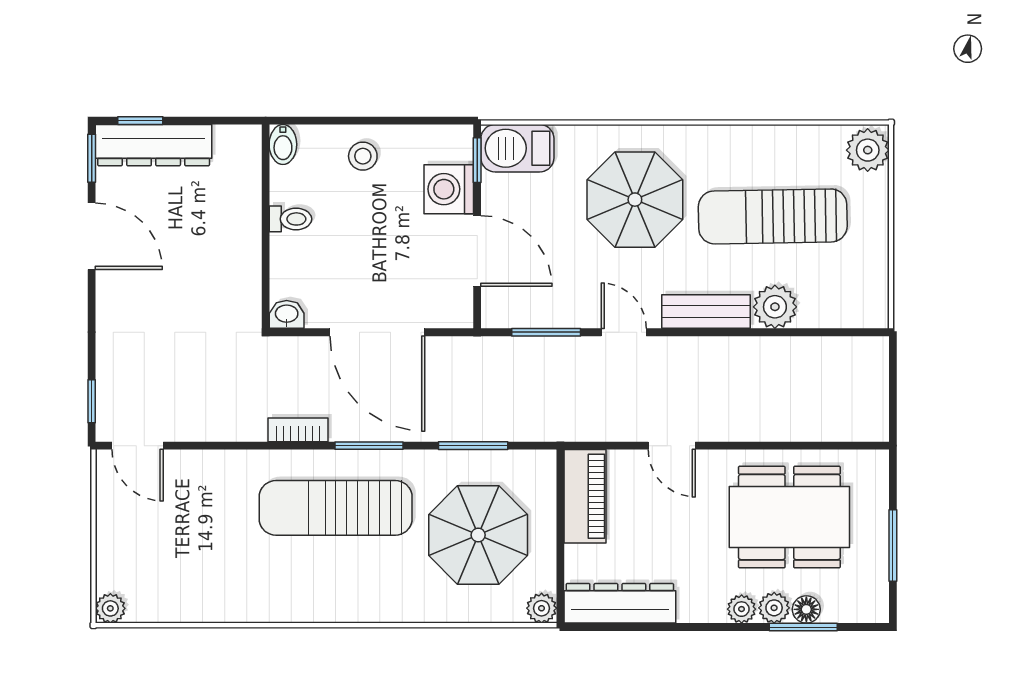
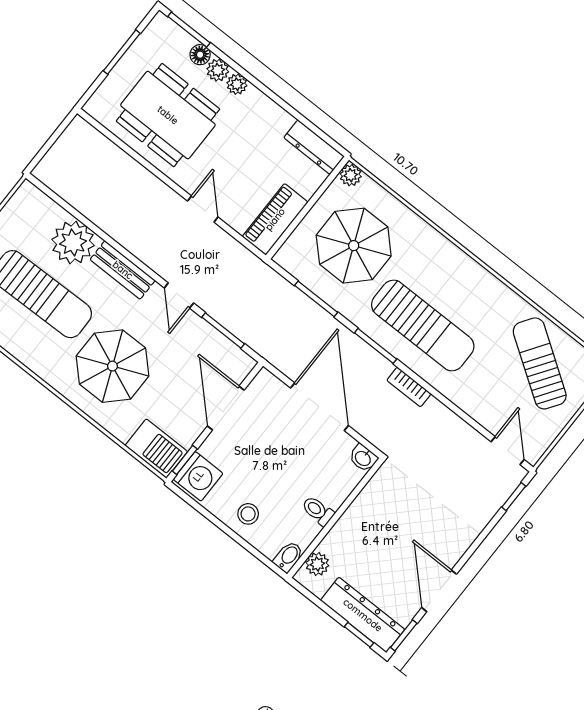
plant: (246, 161) -> (317, 564), added
washing machine: (449, 189) -> (198, 476), moved
plant: (775, 307) -> (73, 242), width x1.36, depth x1.36
sun lounger: (177, 567) -> (540, 363), added
dresser: (620, 603) -> (314, 147), width x0.73, depth x0.80
window: (803, 627) -> (189, 30), moved

